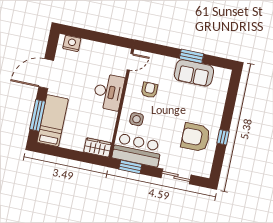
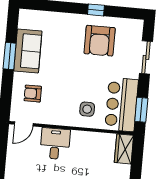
door: (130, 62) -> (24, 124), swing flipped
armchair: (149, 90) -> (33, 94), moved
desk: (108, 92) -> (55, 144), width x0.73

